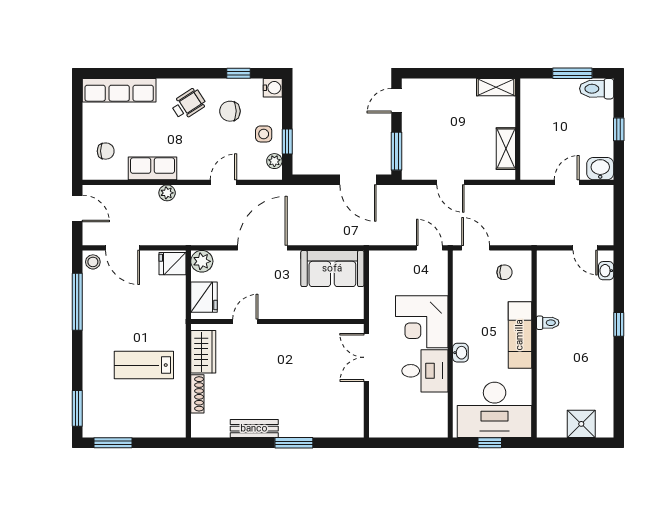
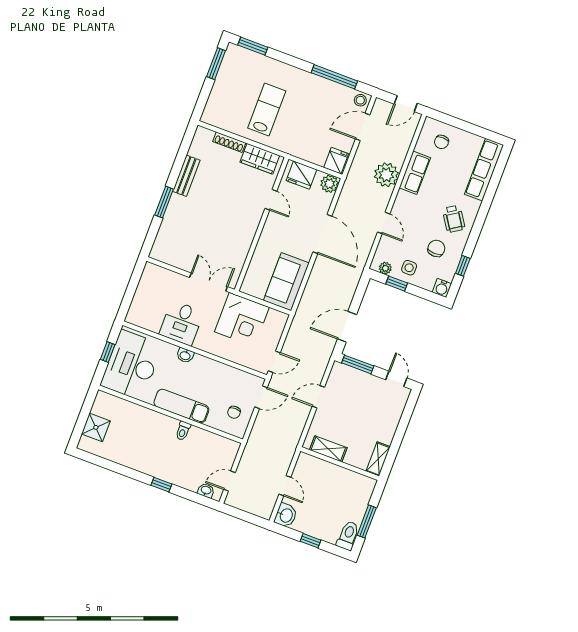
plant: (167, 193) -> (386, 175), width x1.88, depth x1.88
corner desk: (422, 322) -> (242, 320), moved, turned 180

